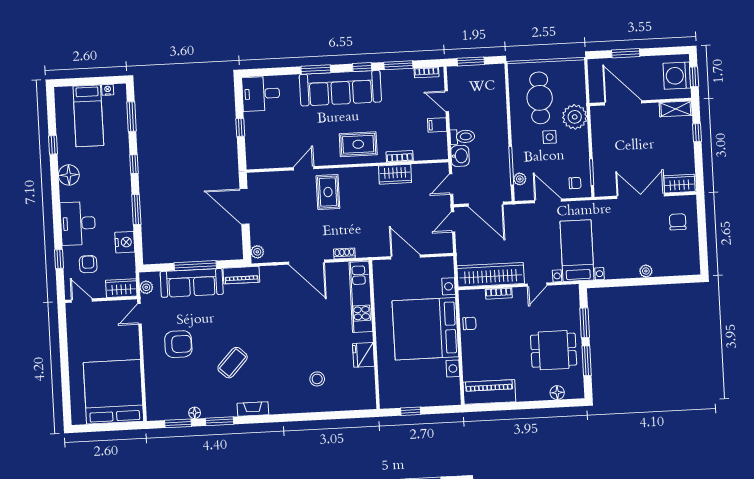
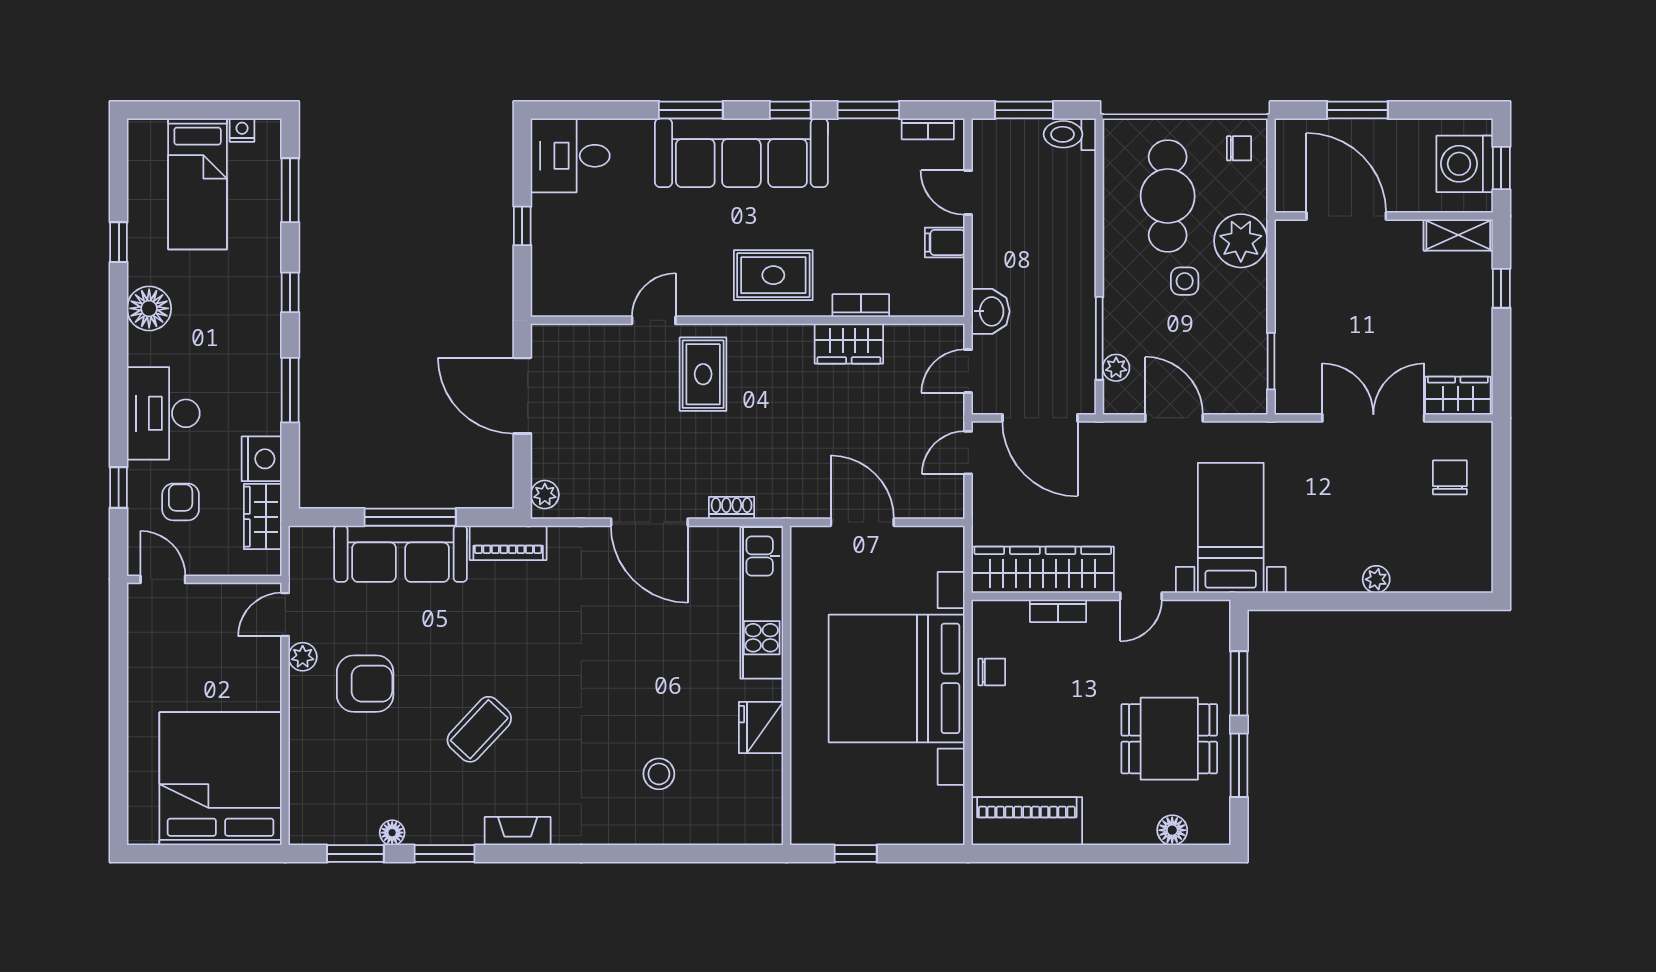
toilet: (462, 137) -> (1070, 134), moved, turned 180
chair: (575, 183) -> (1239, 148), moved
plant: (146, 287) -> (303, 657), moved
wardrobe: (121, 288) -> (263, 517), moved, turned -90

